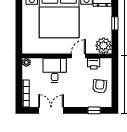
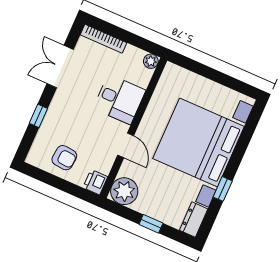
printer: (94, 64) -> (95, 182), moved
double door: (51, 110) -> (60, 66), swing flipped
window: (94, 110) -> (38, 116), moved

